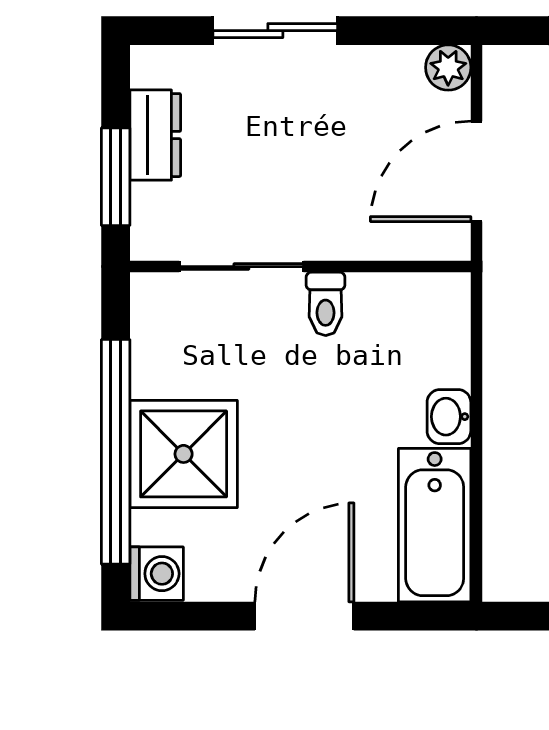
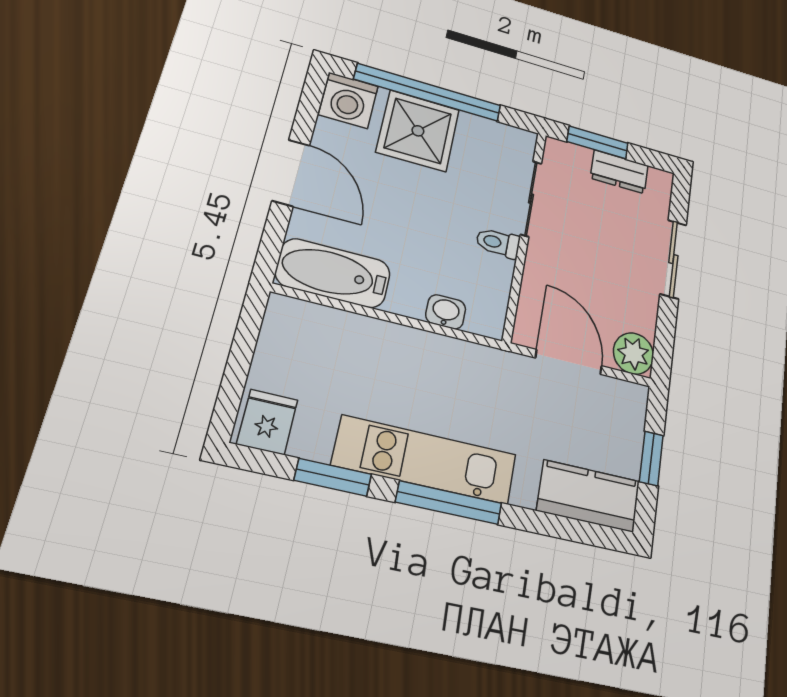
plant: (448, 67) -> (633, 353), width x1.38, depth x1.38
washbasin: (449, 417) -> (446, 312), moved
washing machine: (157, 574) -> (348, 100), width x1.38, depth x1.38

